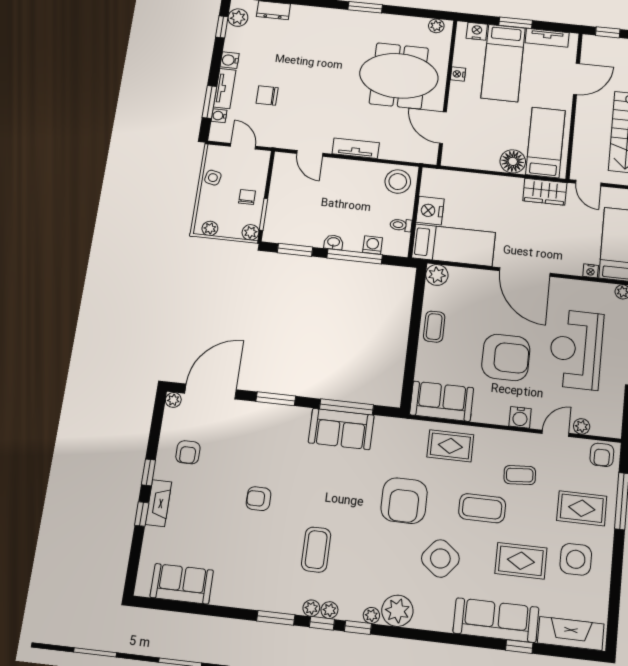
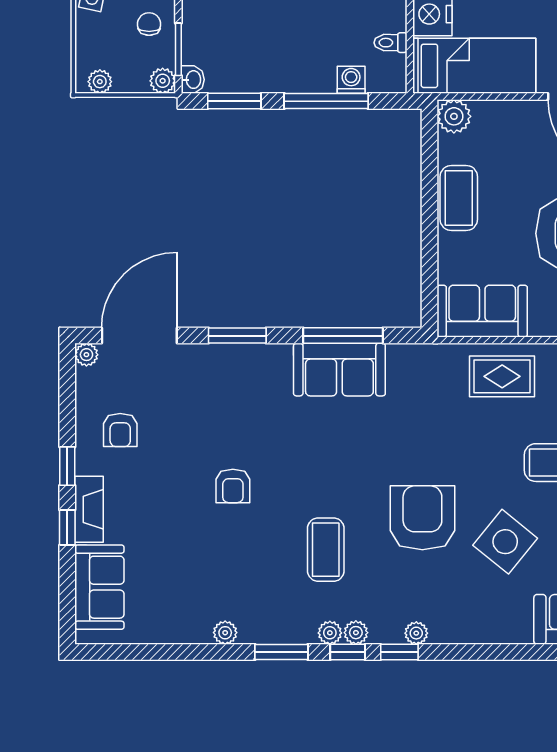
washbasin: (334, 242) -> (193, 80), moved, turned 90
coffee table: (434, 327) -> (459, 198), width x1.36, depth x1.30
armchair: (259, 499) -> (233, 486), turned -90
armchair: (404, 501) -> (422, 518), moved, turned 180
sofa: (182, 584) -> (99, 587), moved, turned 90
plant: (397, 611) -> (225, 633), moved, width x0.53, depth x0.53

